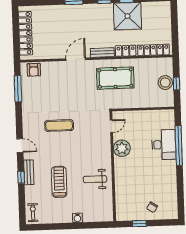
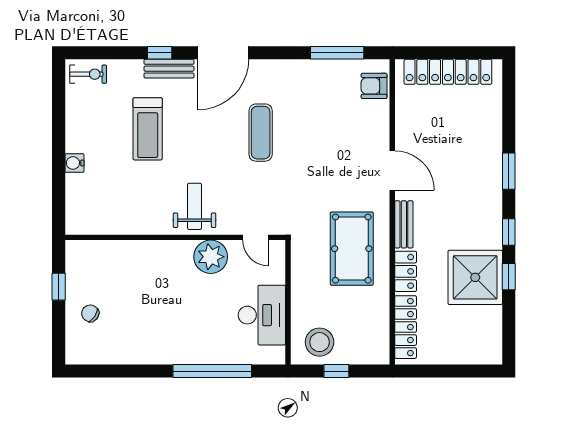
stool: (165, 83) -> (320, 342), moved
door: (20, 145) -> (223, 53), width x1.87
desk: (164, 145) -> (262, 315), moved, turned -90
weight bench: (95, 179) -> (195, 206), moved
treadmill: (59, 182) -> (148, 129), turned 90

